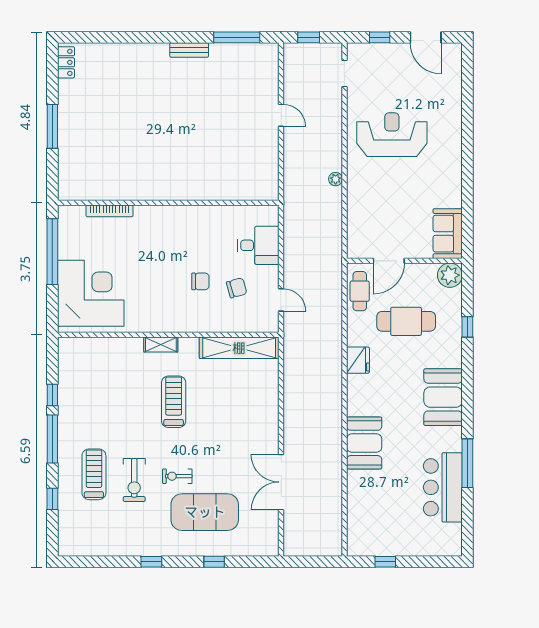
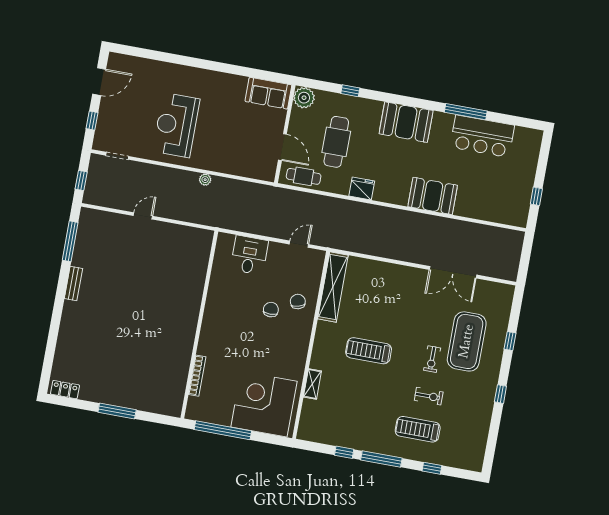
chair: (237, 288) -> (298, 301), moved
shelving: (161, 344) -> (312, 384), moved
exercise bike: (134, 480) -> (429, 396), width x0.73, depth x0.72

